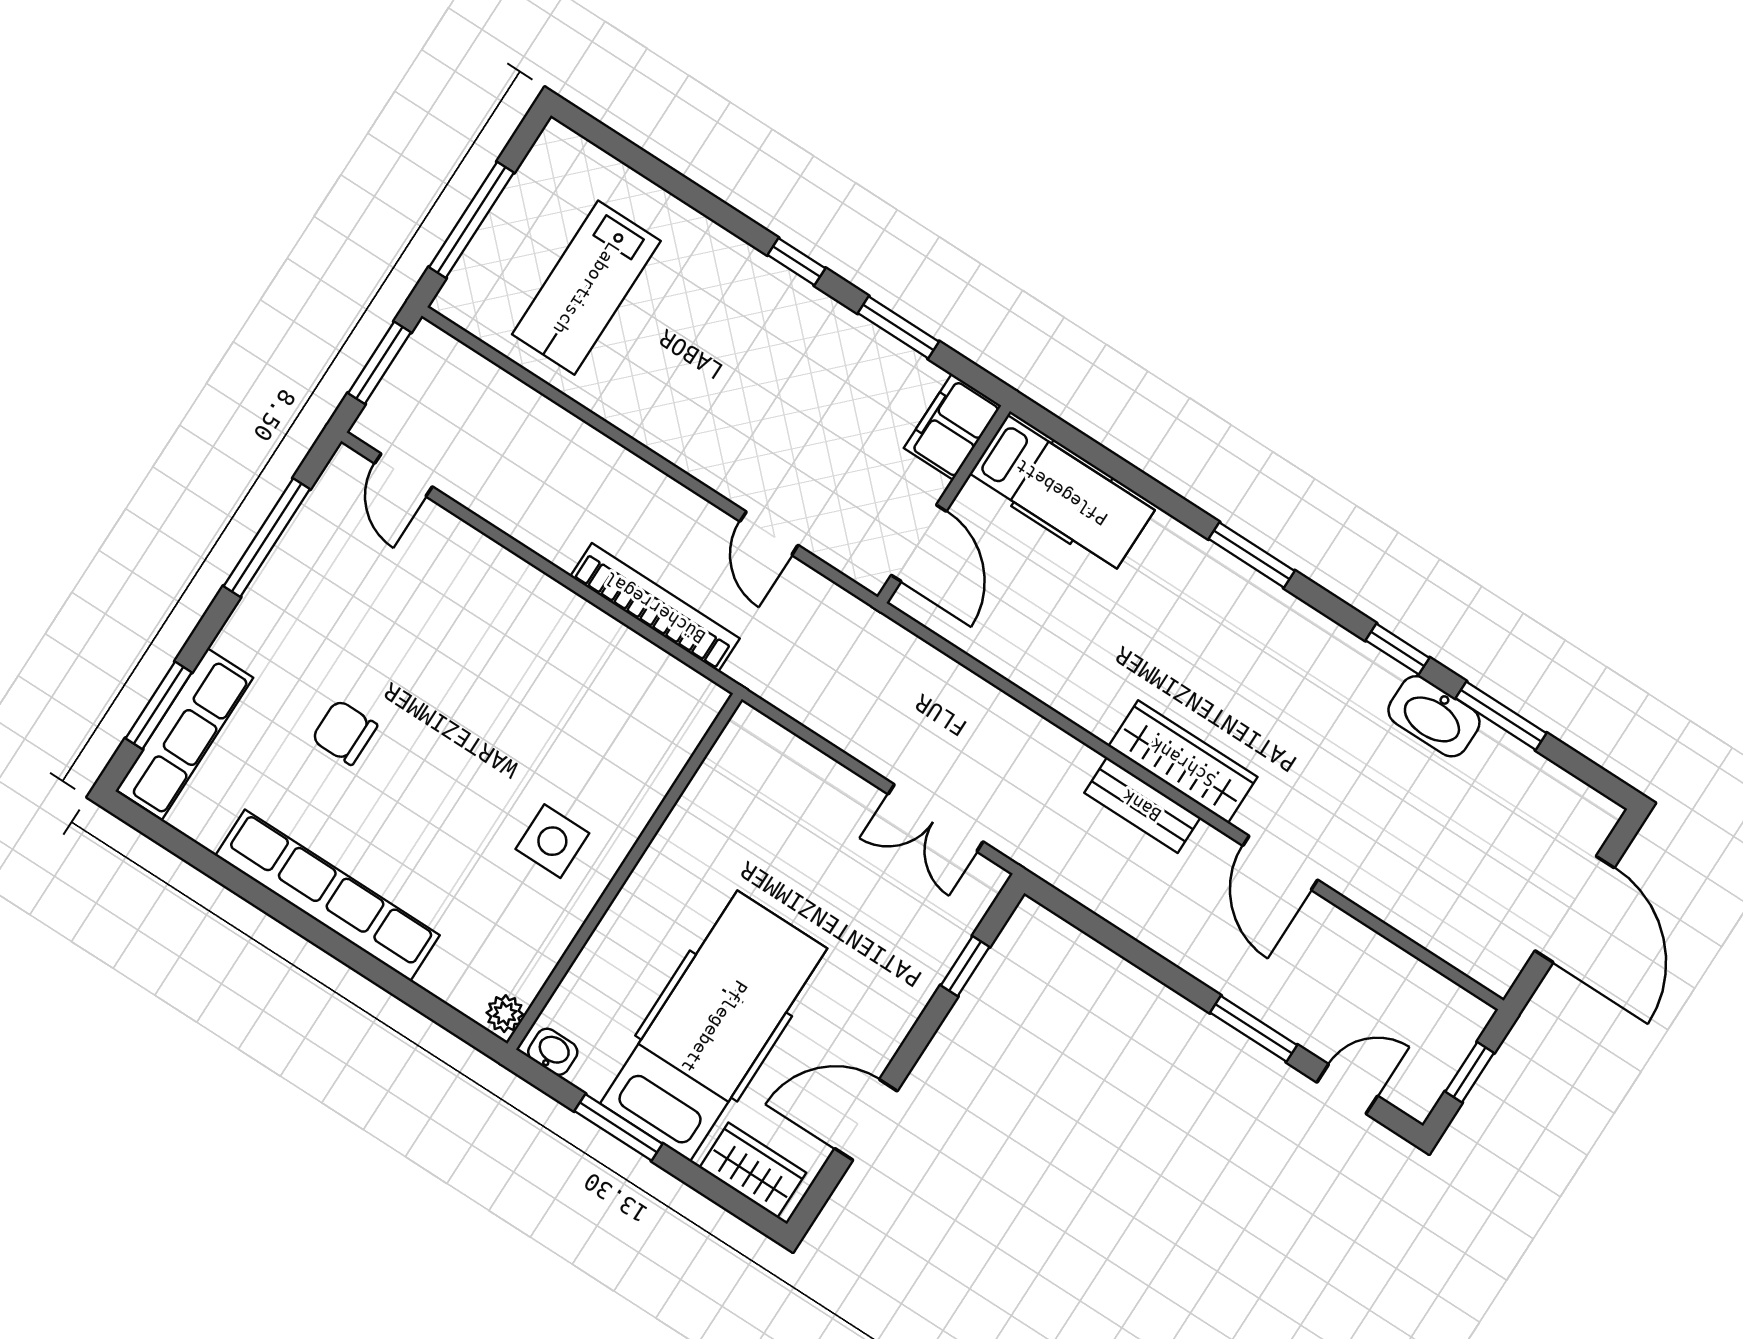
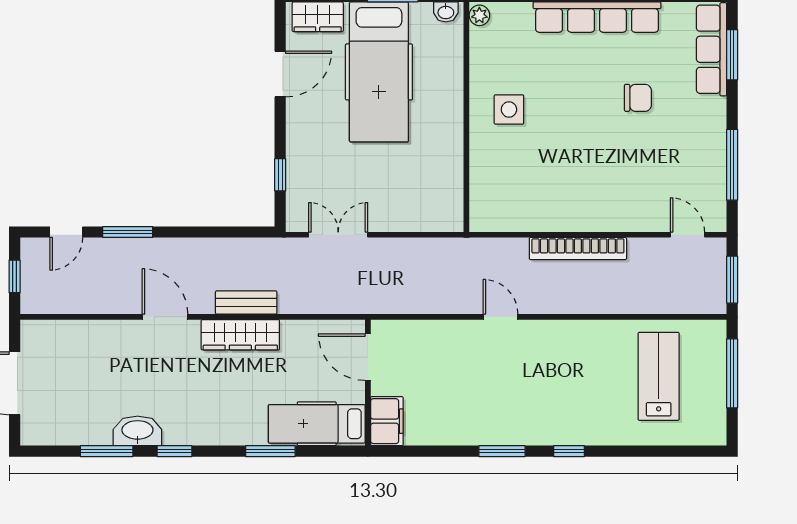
filing cabinet: (953, 427) -> (387, 421), moved
hospital bed: (1062, 492) -> (317, 424), moved
wall: (944, 504) -> (368, 383), moved
door: (919, 543) -> (368, 357), moved
bookcase: (655, 607) -> (578, 249), moved

